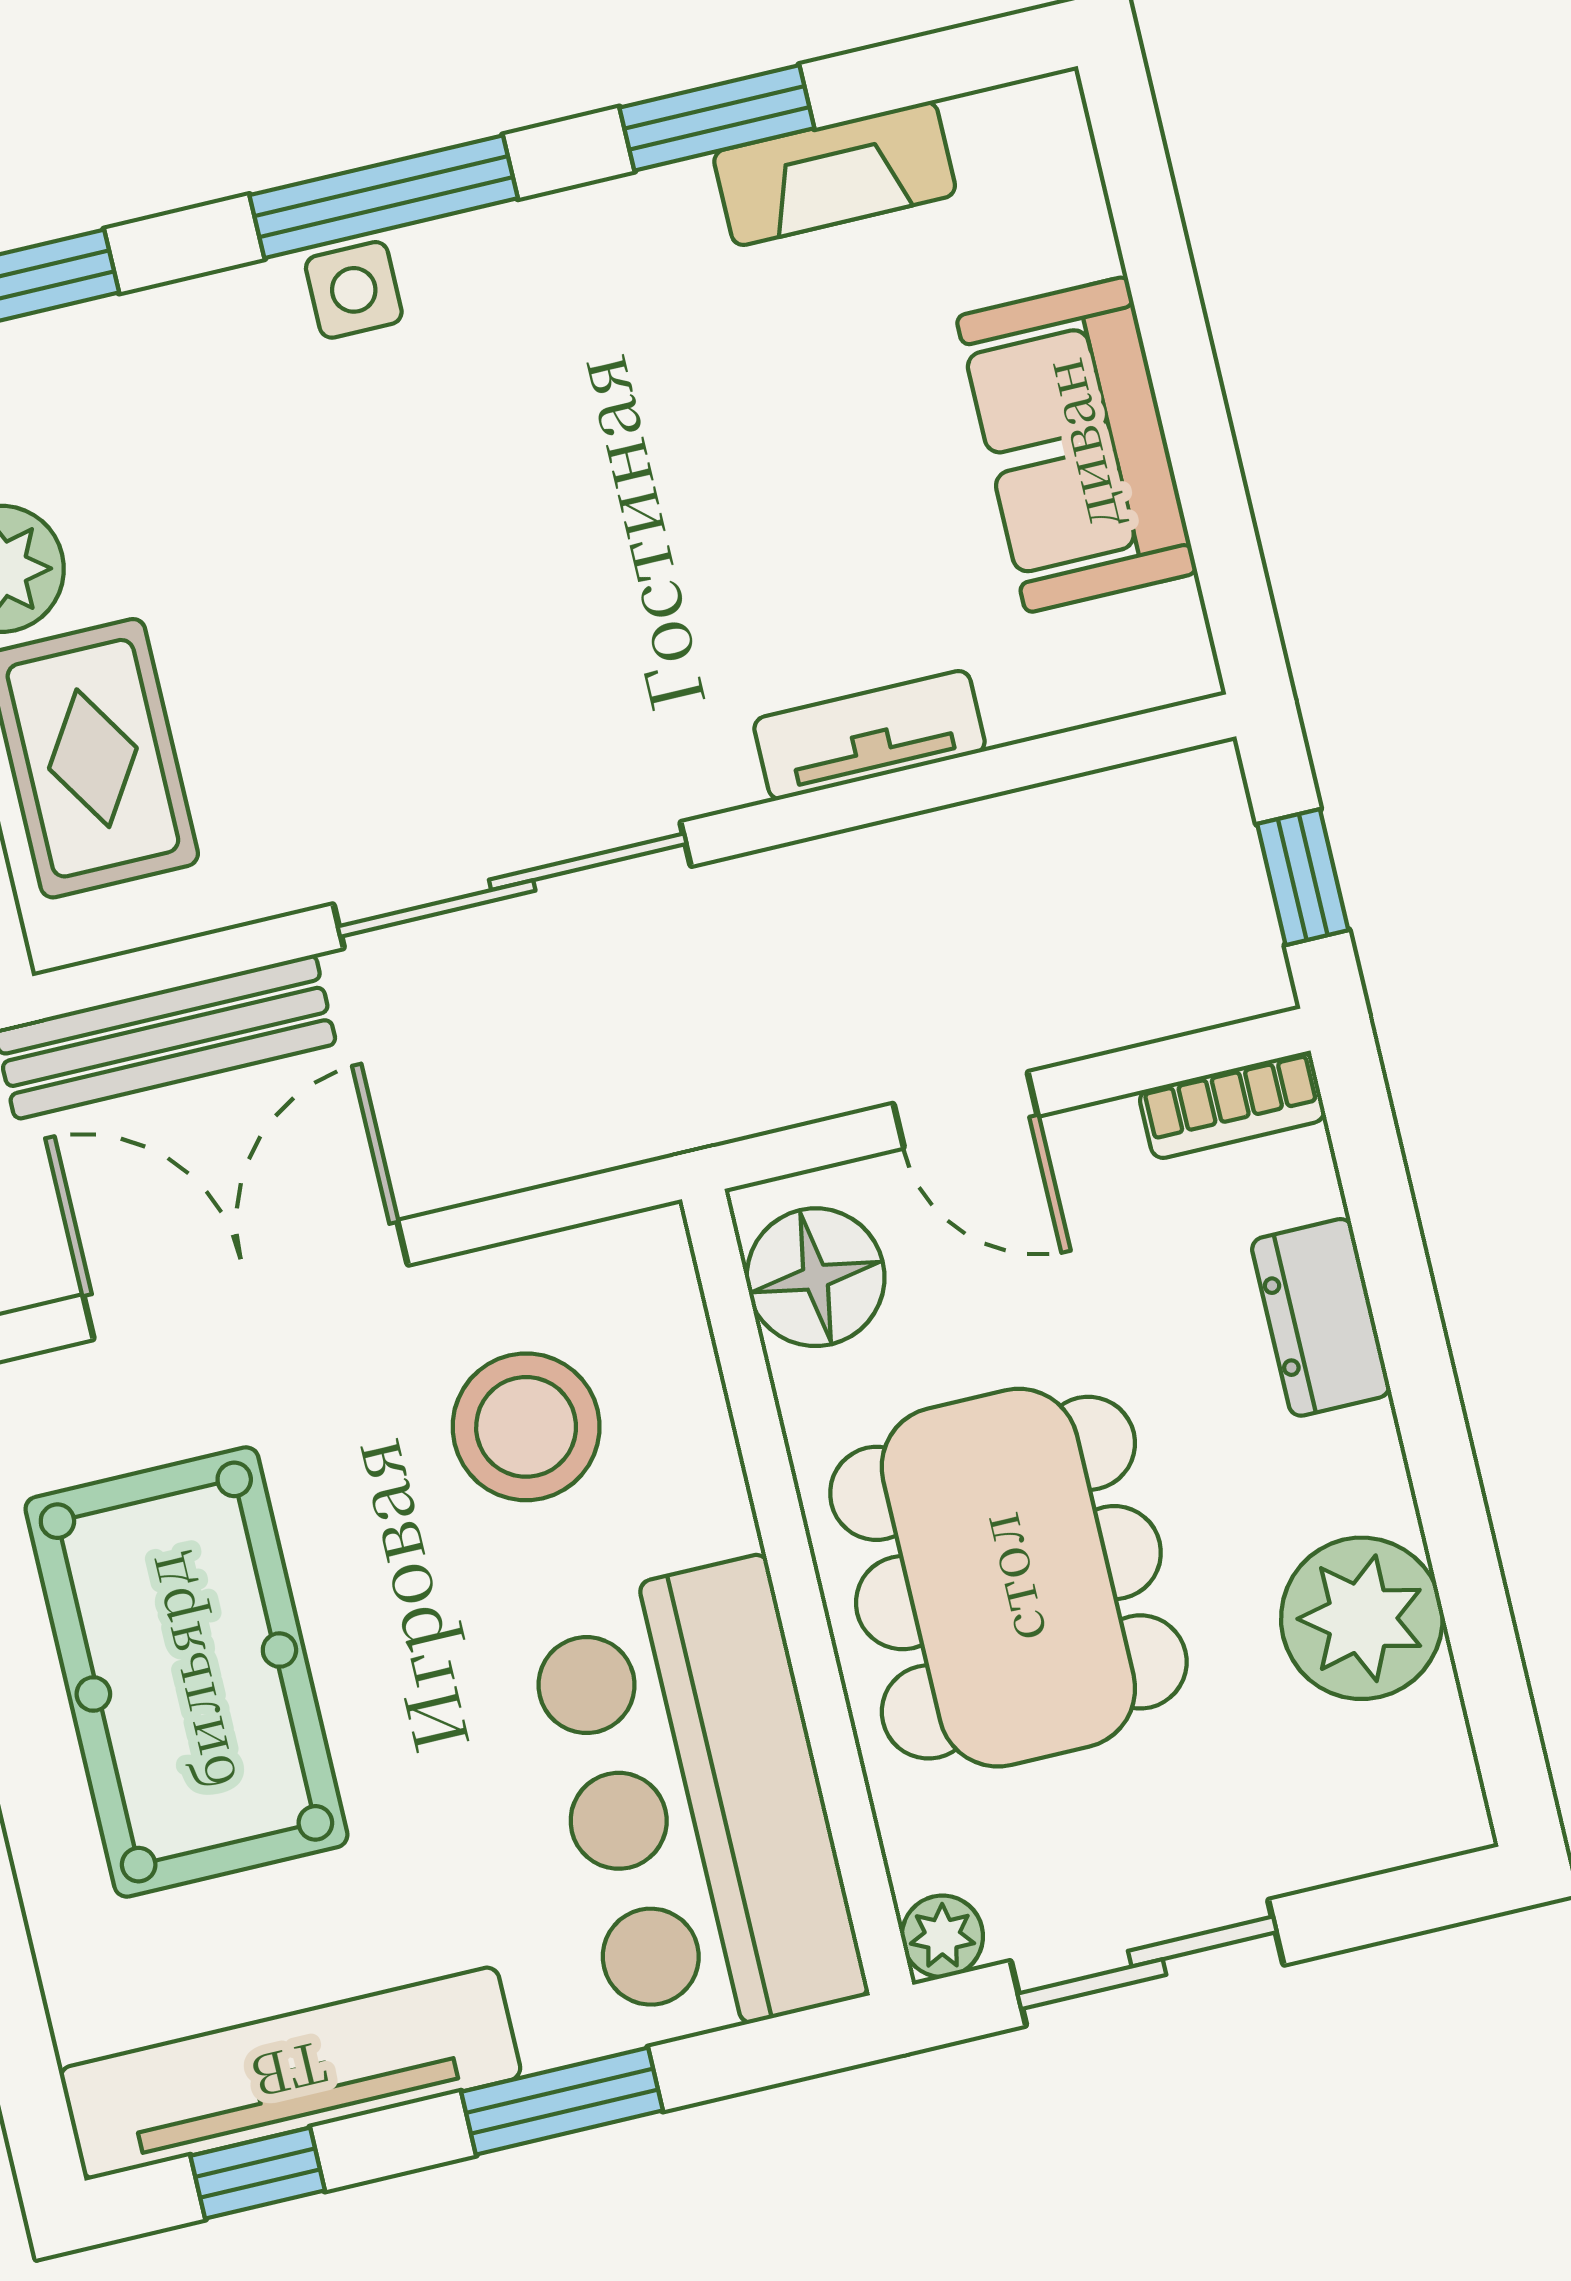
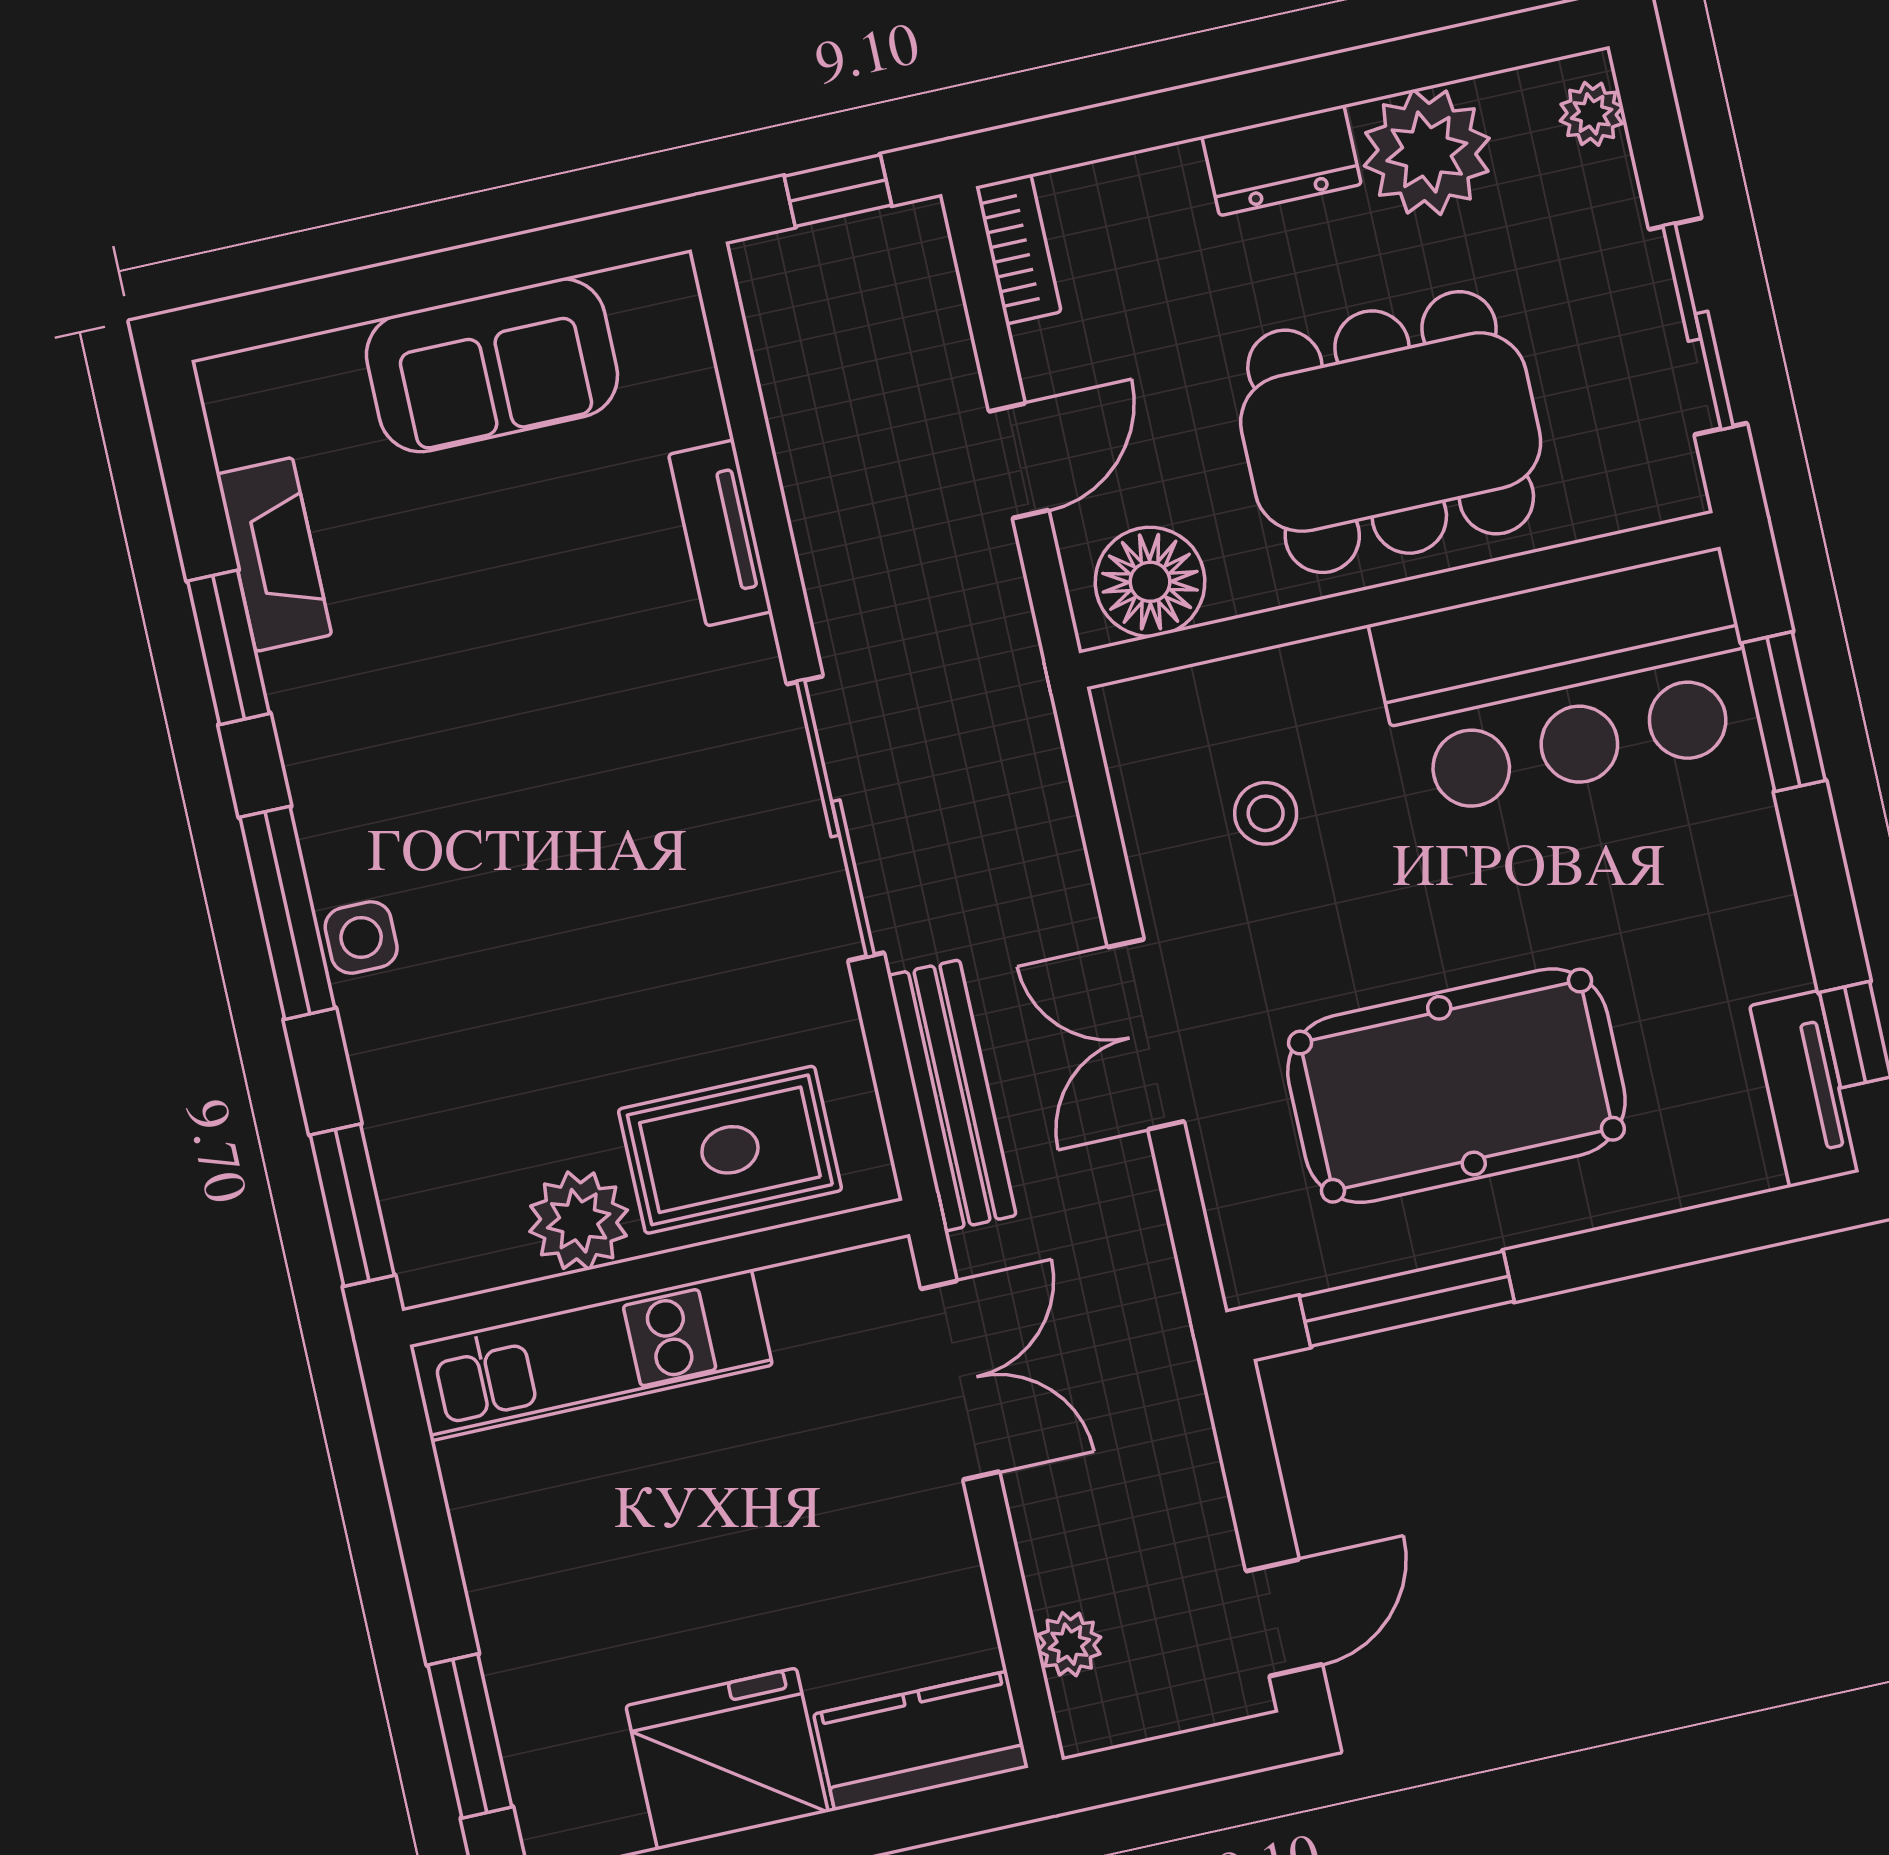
double door: (246, 1280) -> (1146, 1034), width x0.73
dresser: (1321, 1317) -> (1282, 160), moved
stool: (526, 1427) -> (1266, 813), width x0.53, depth x0.53
plant: (942, 1936) -> (1592, 114), moved
tv unit: (290, 2073) -> (1804, 1089), width x0.52, depth x0.78
window: (562, 2101) -> (1783, 712), moved

